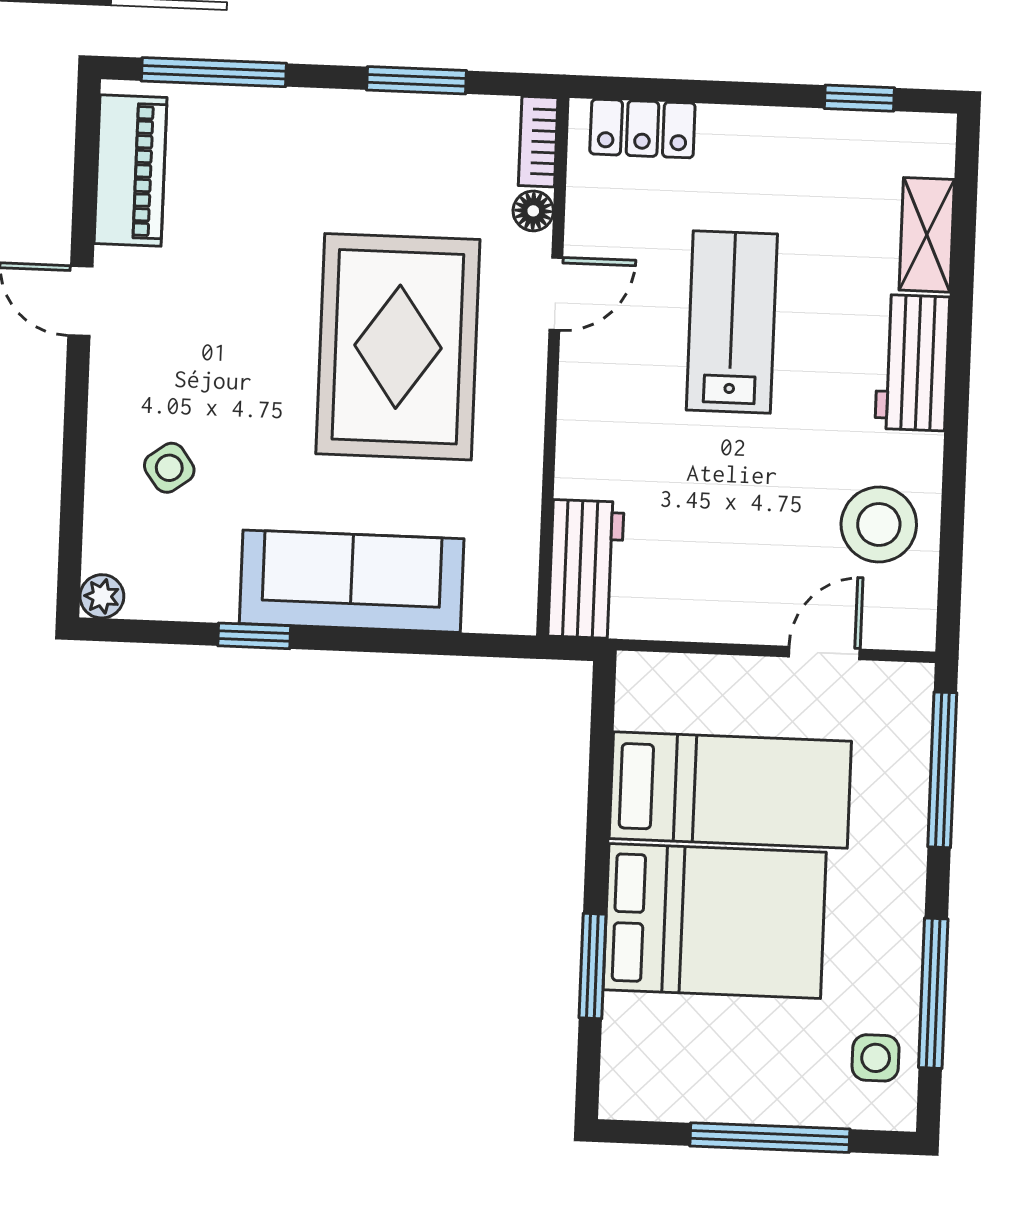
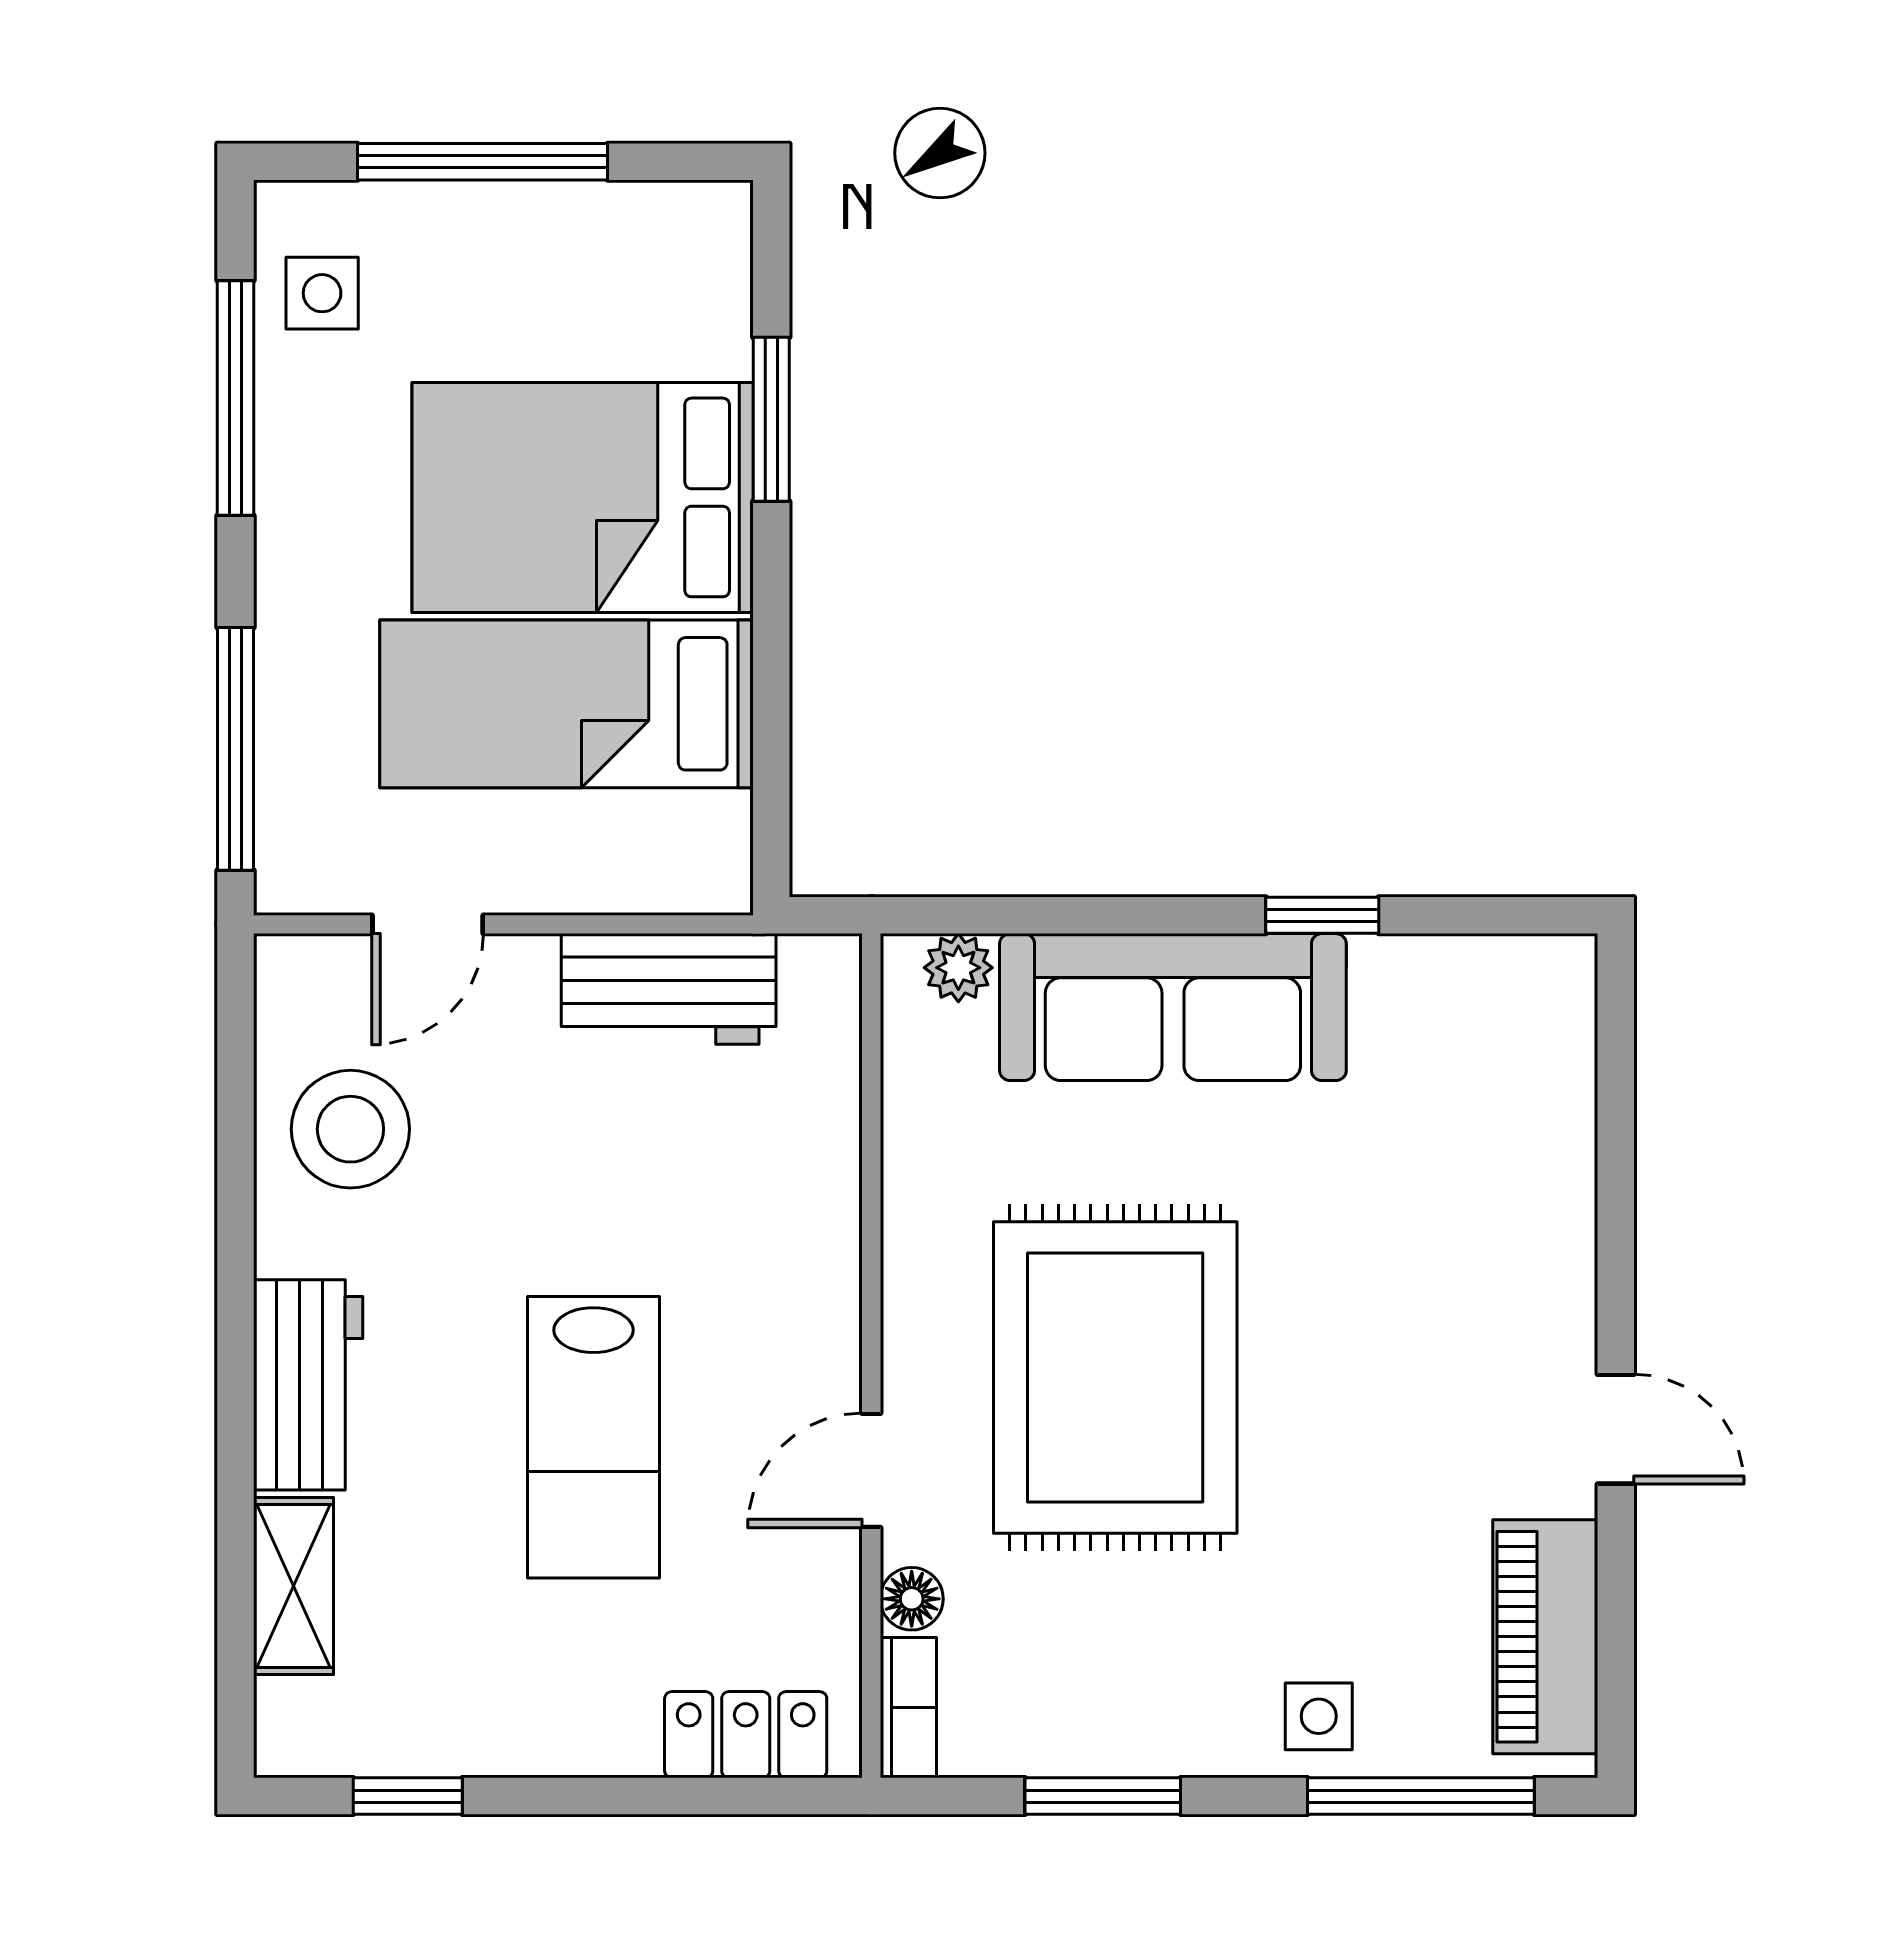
side table: (169, 468) -> (1319, 1716), moved, turned 36
workbench: (586, 569) -> (669, 989), moved, turned -90
plant: (102, 596) -> (958, 968), moved

